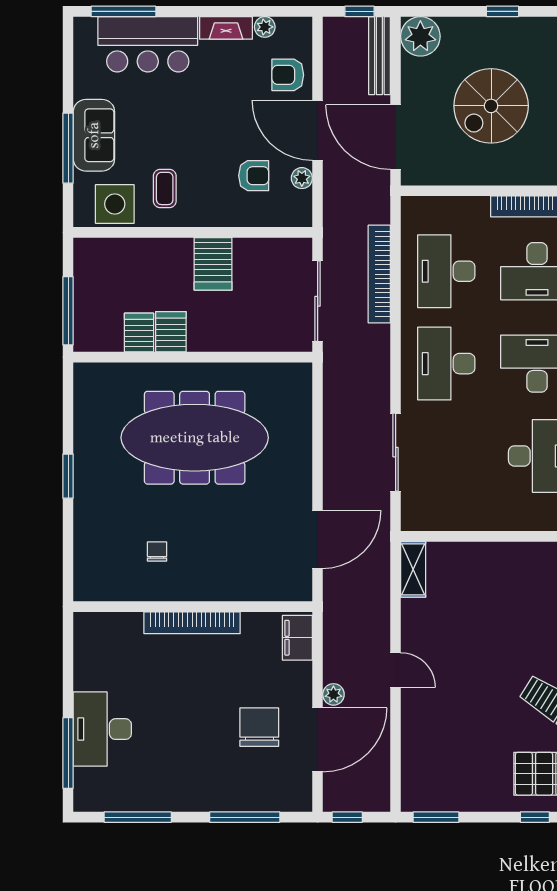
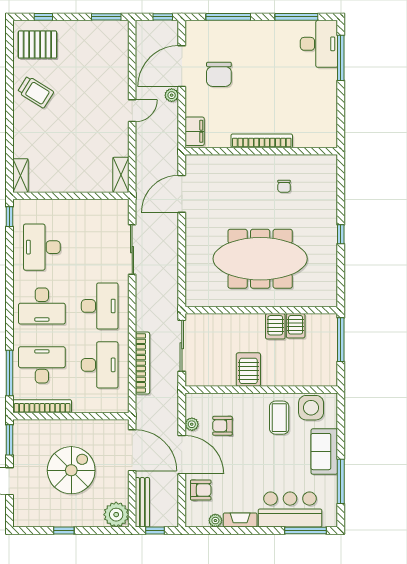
window: (68, 148) -> (341, 481), moved
coffee table: (165, 188) -> (279, 418), width x1.36, depth x1.30
window: (68, 476) -> (341, 234), width x0.67
door: (396, 670) -> (132, 111), swing flipped
desk: (102, 729) -> (319, 44), moved

